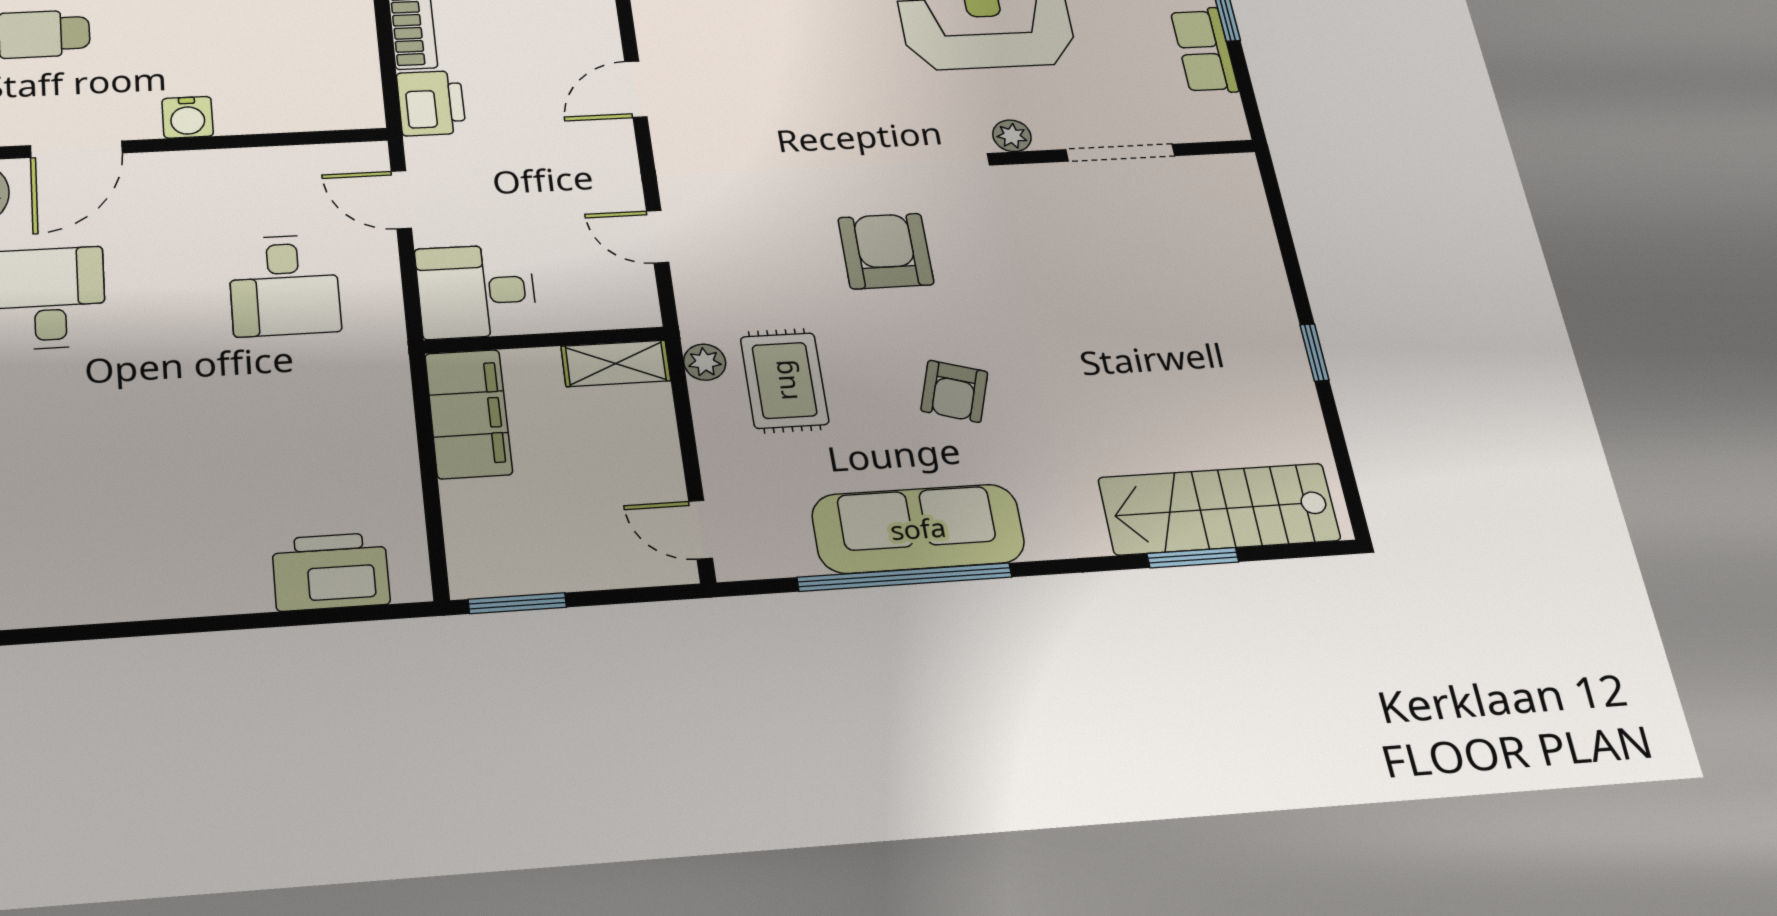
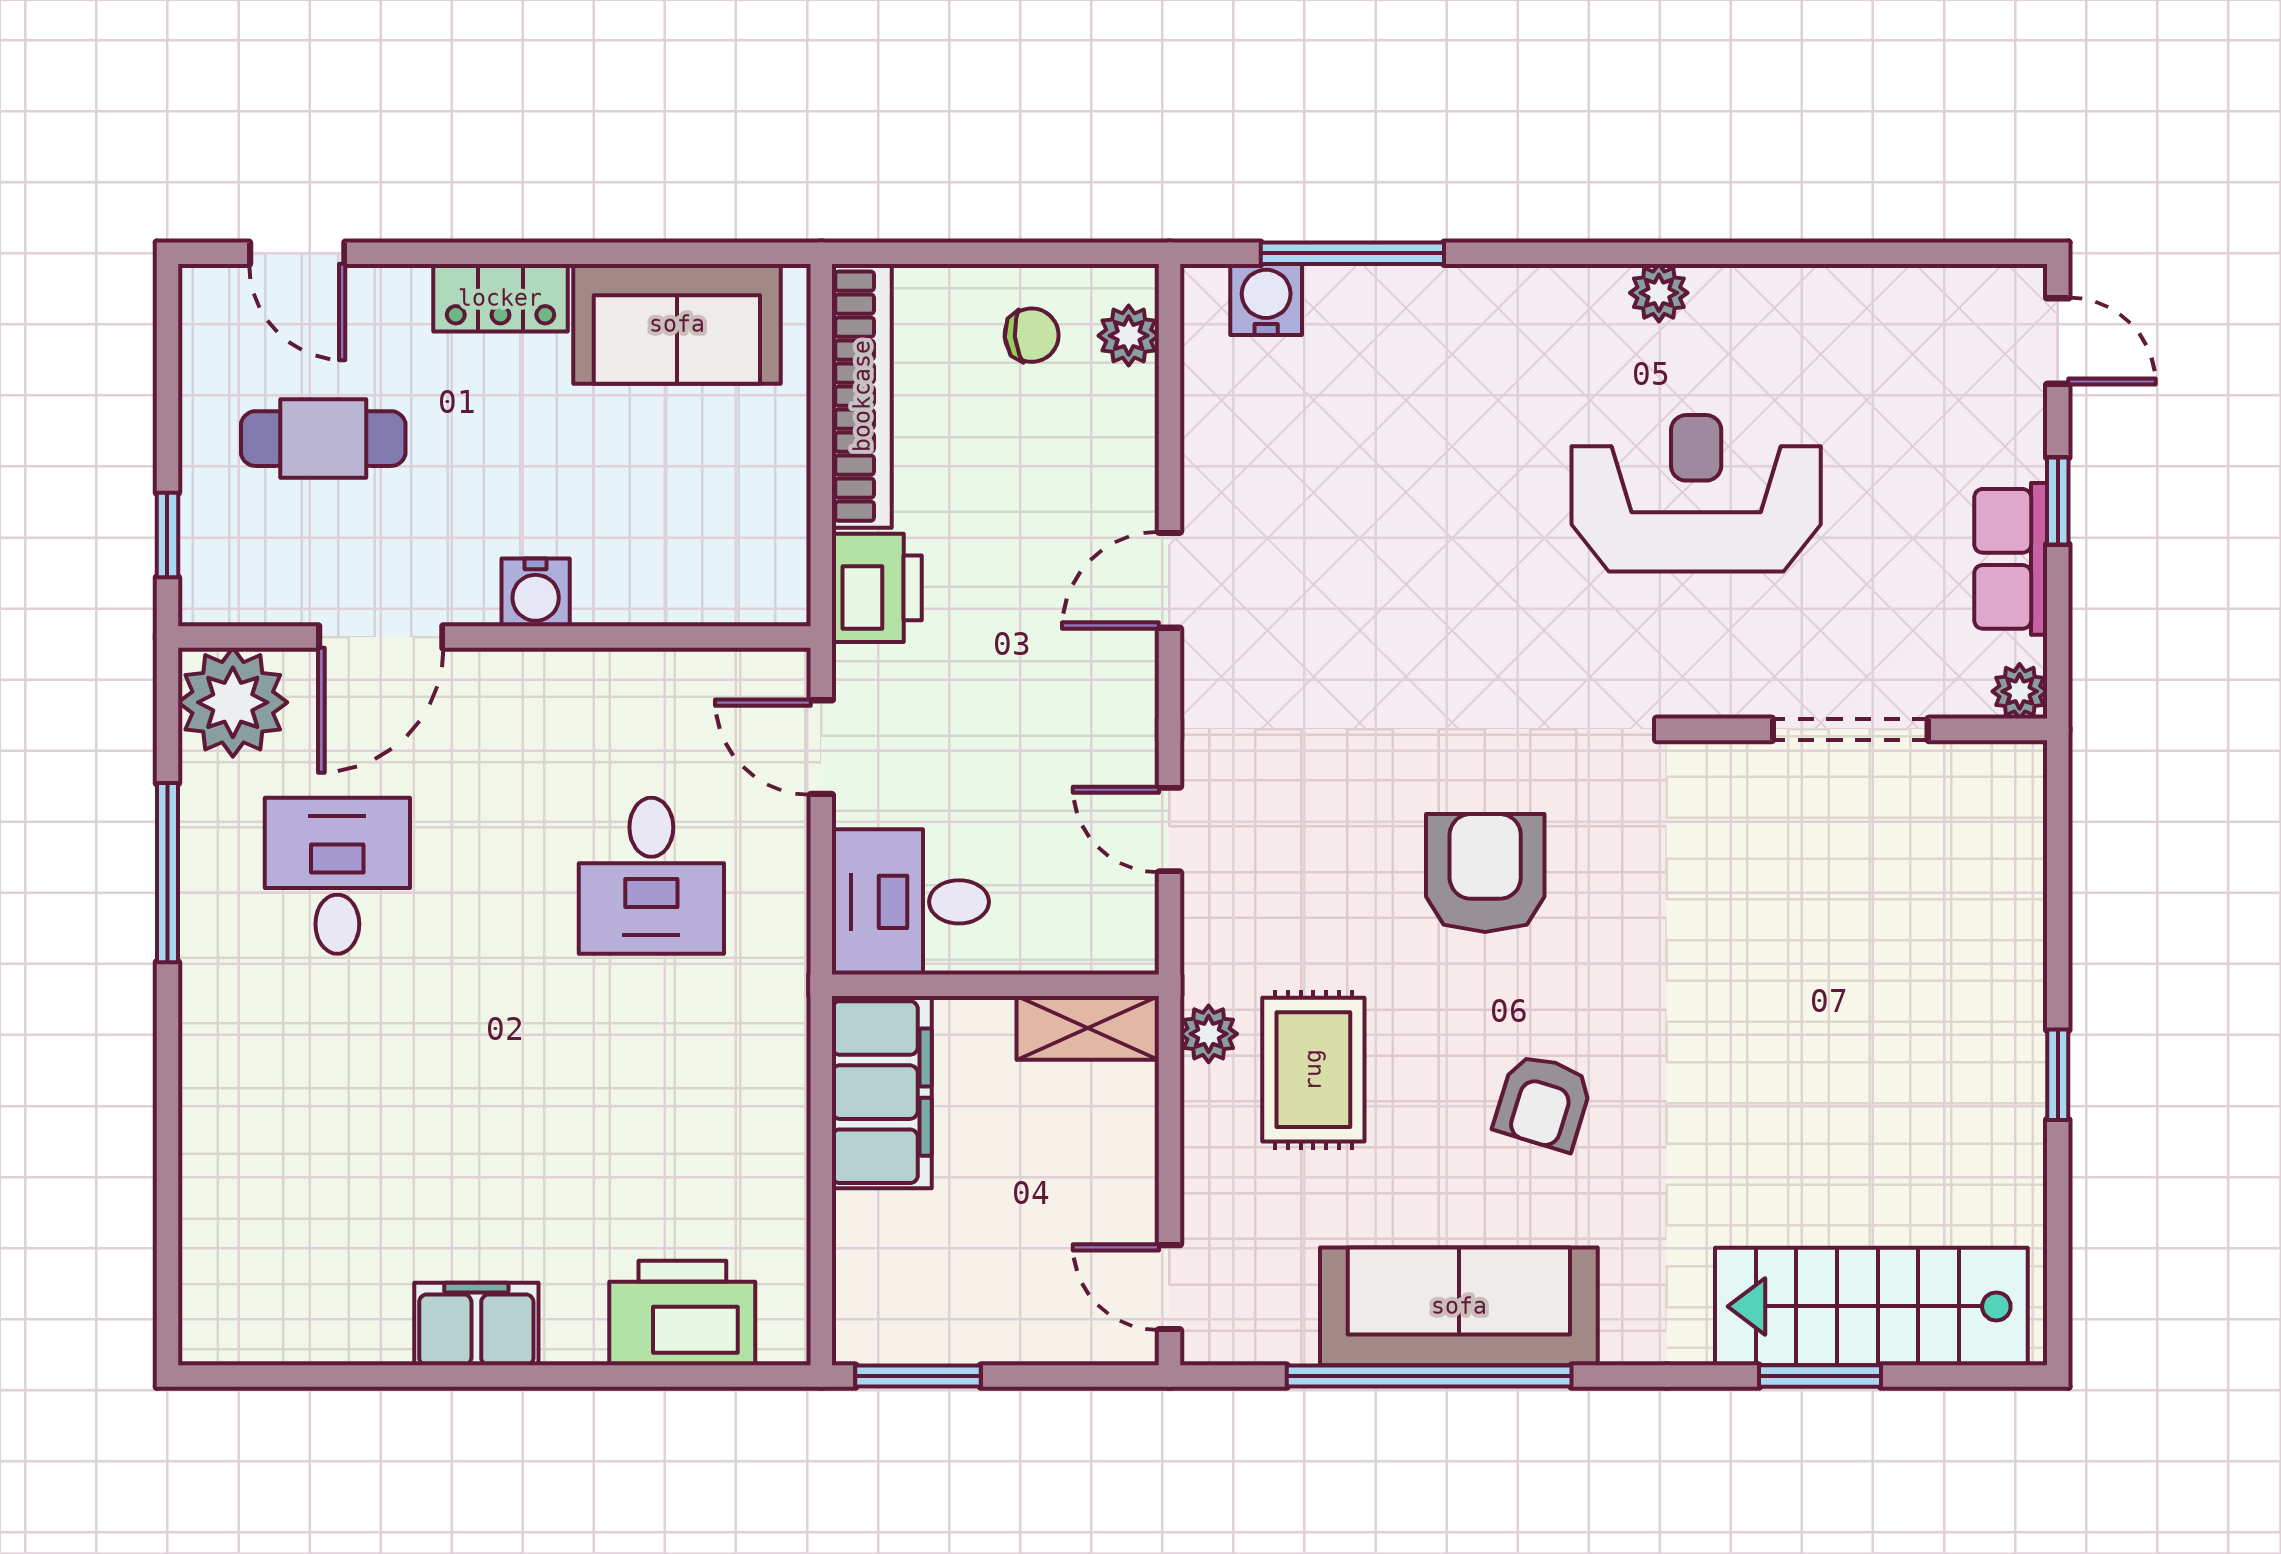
plant: (1012, 136) -> (2020, 691), moved
filing cabinet: (170, 590) -> (476, 1324), added

